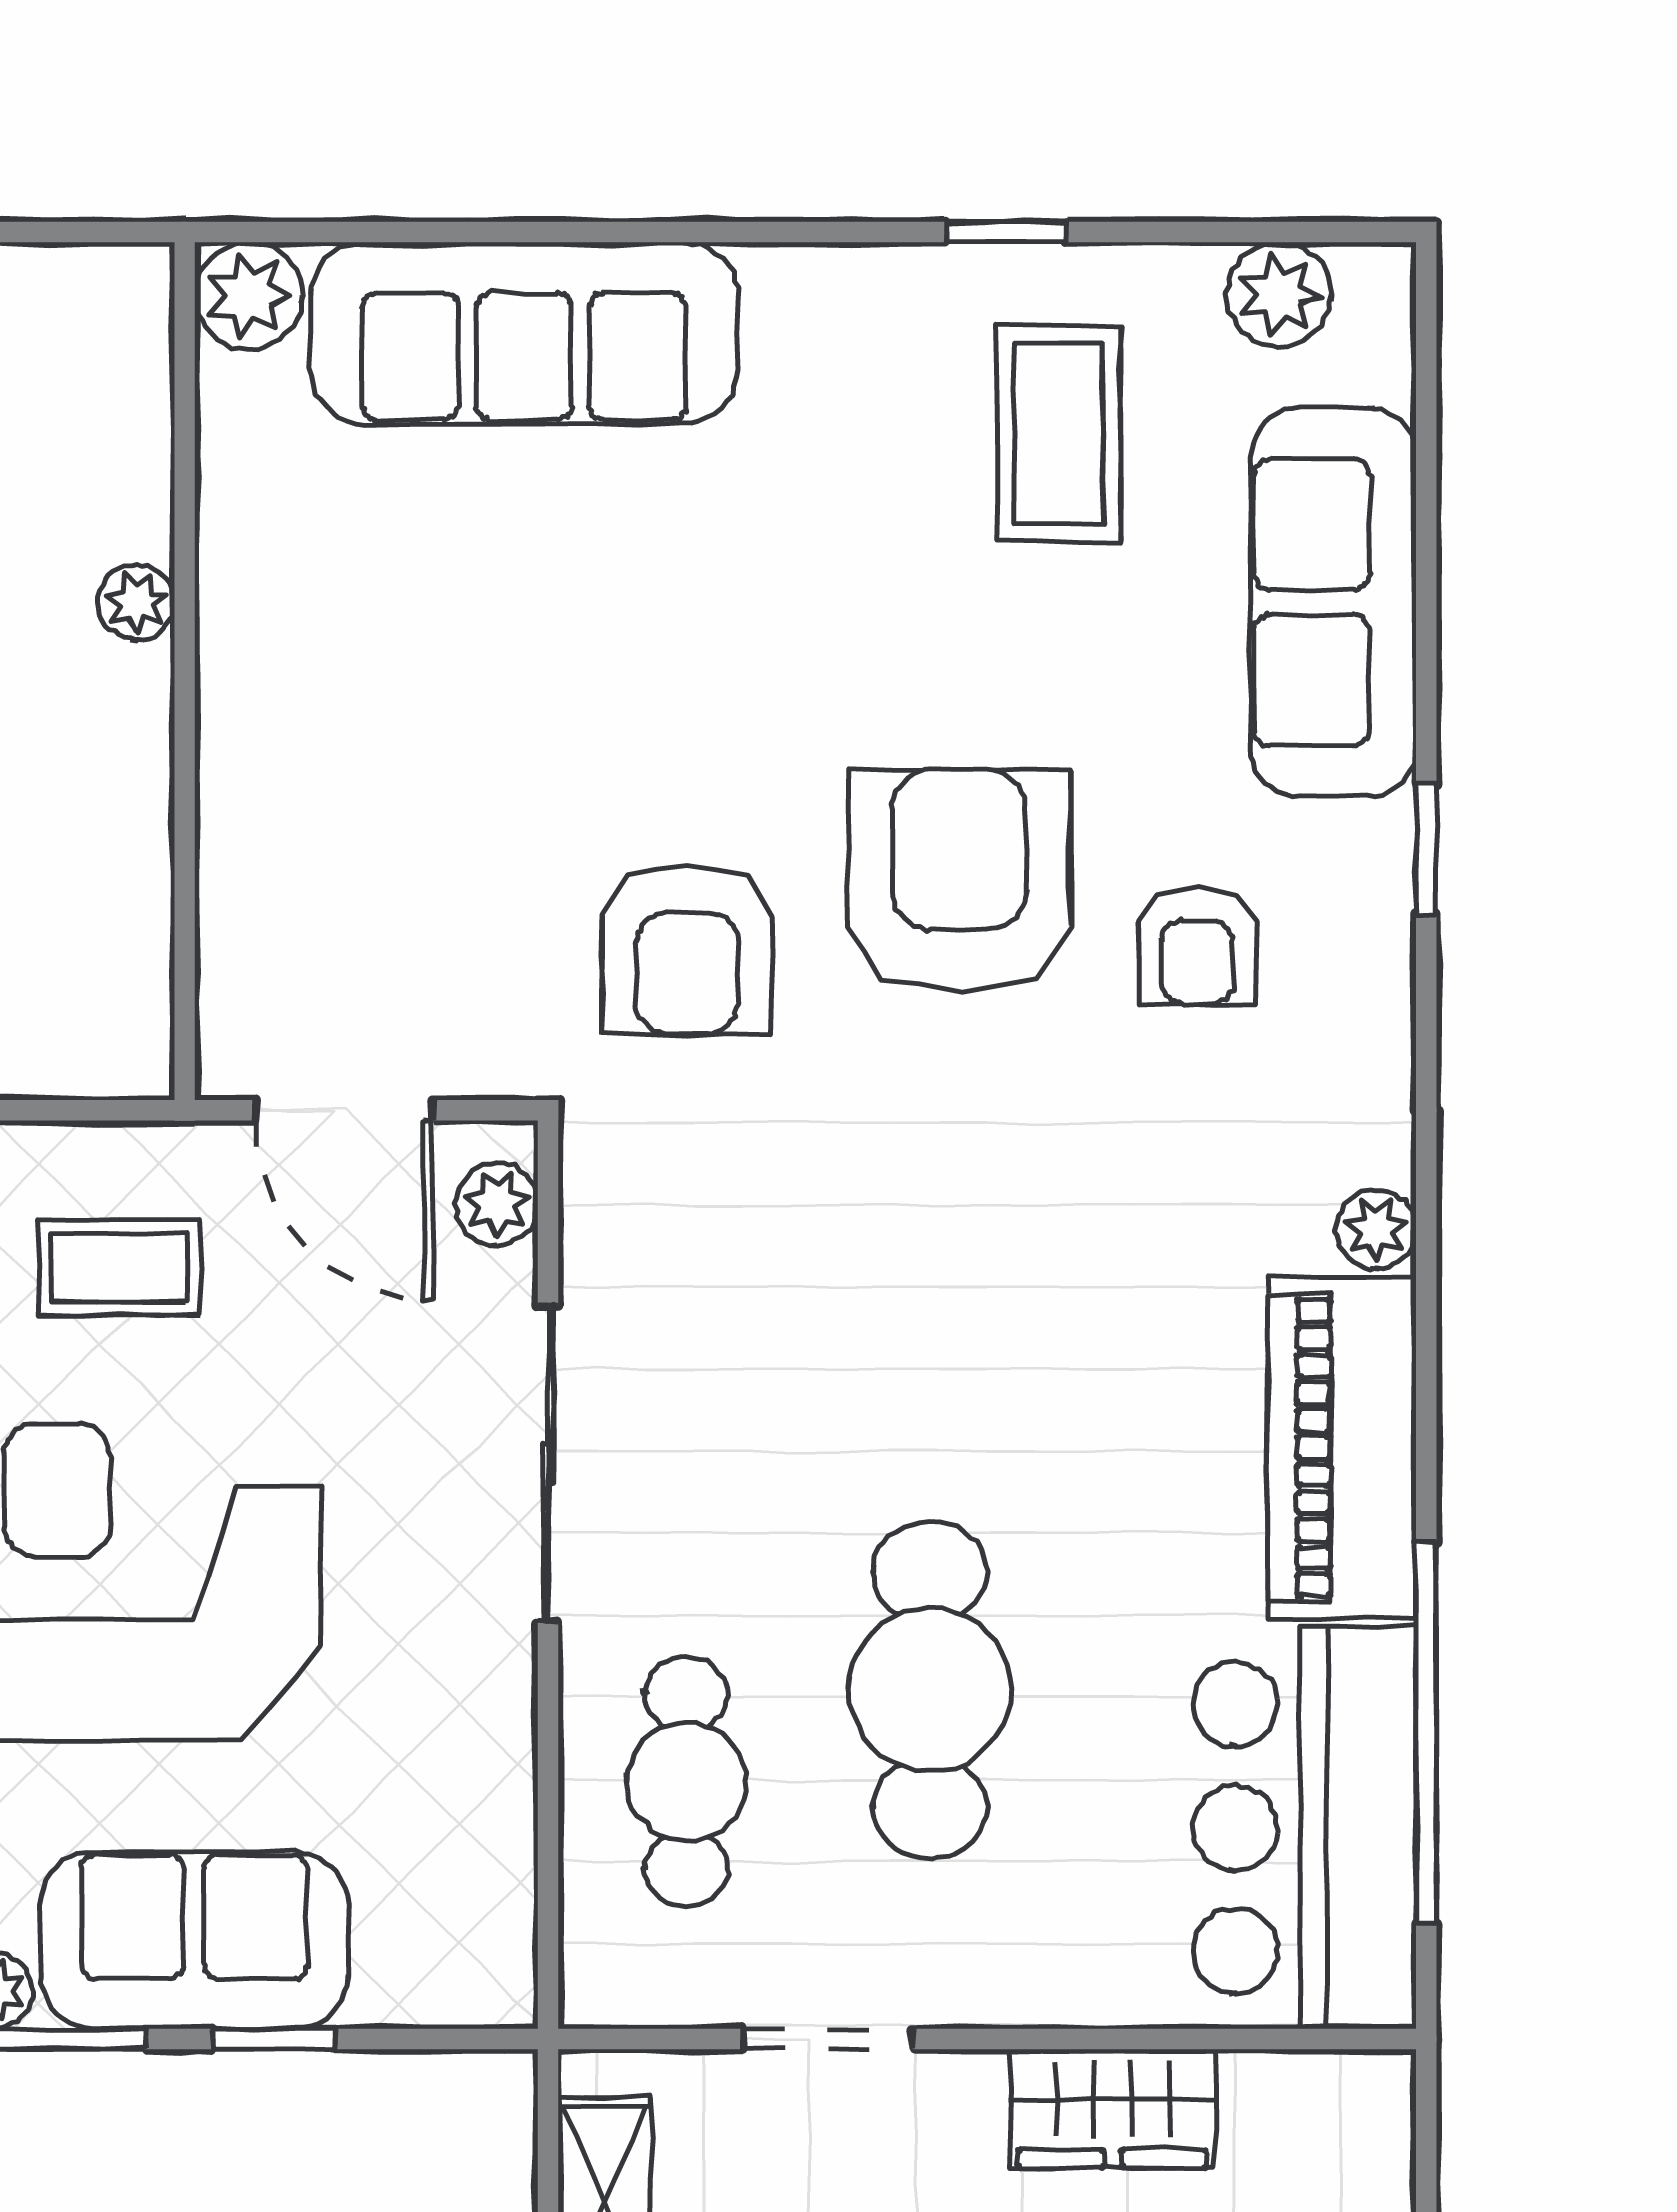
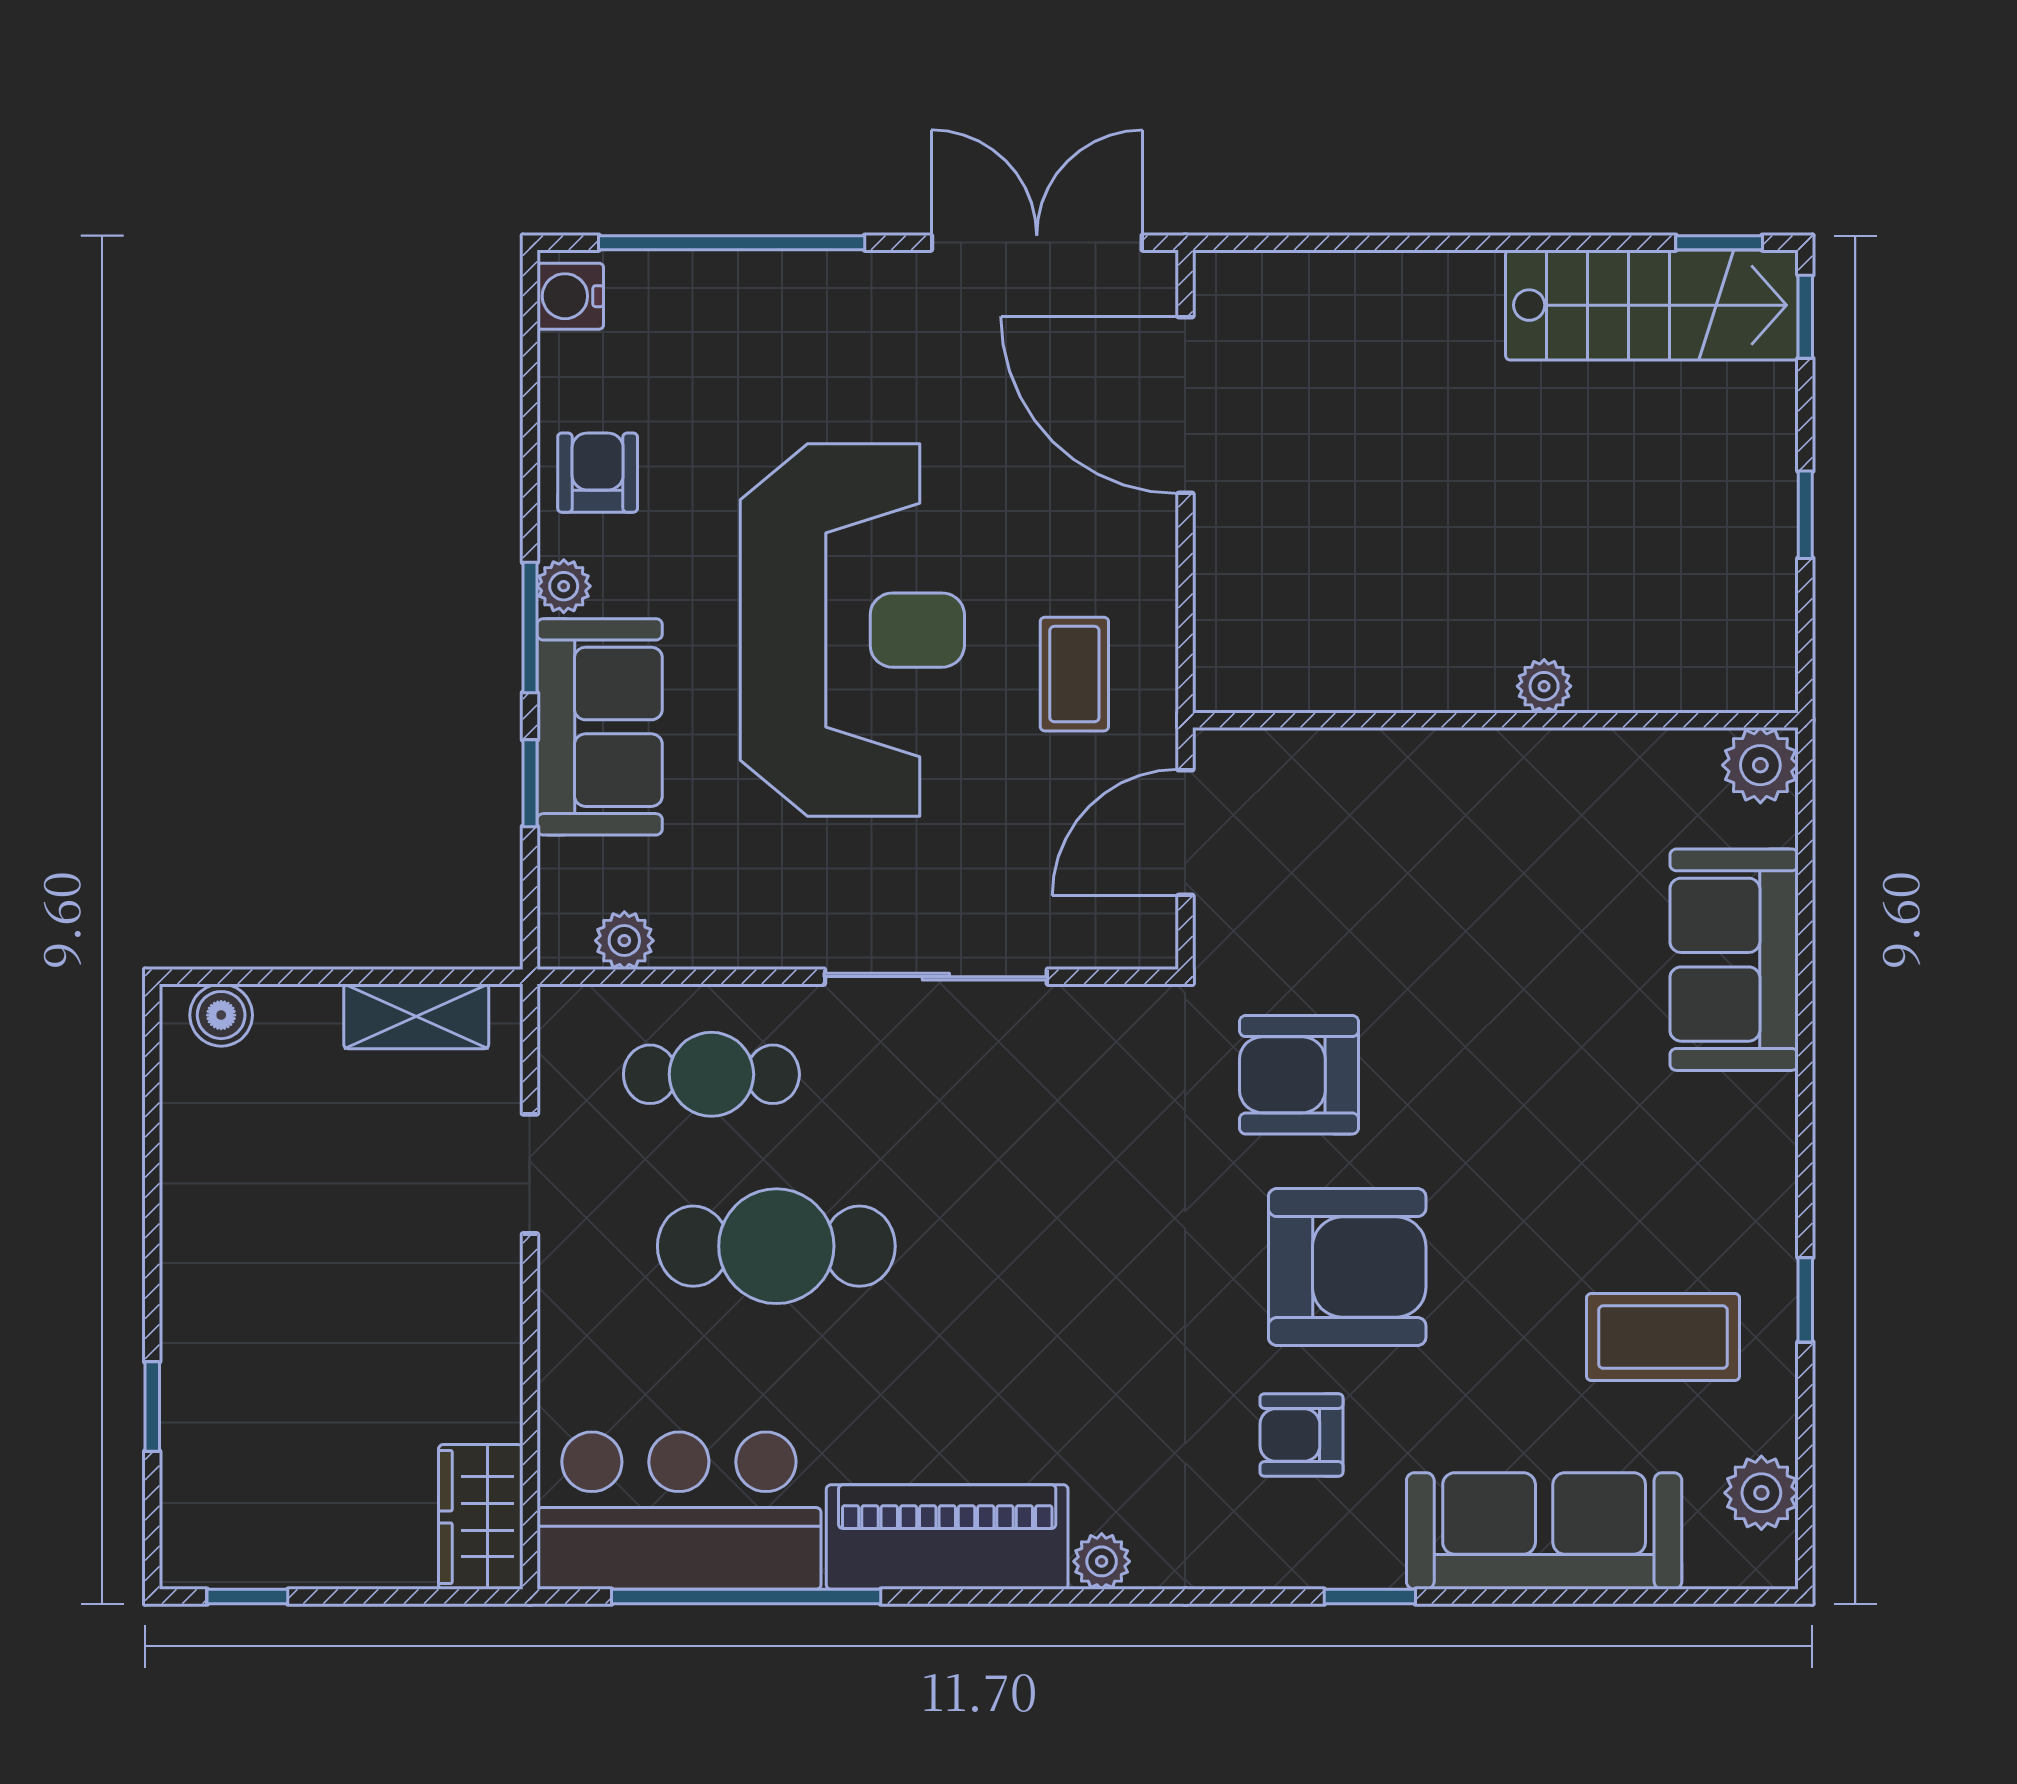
sofa: (524, 333) -> (1734, 960), width x0.73
plant: (497, 1204) -> (624, 941), moved
wardrobe: (1112, 2109) -> (481, 1517), moved

